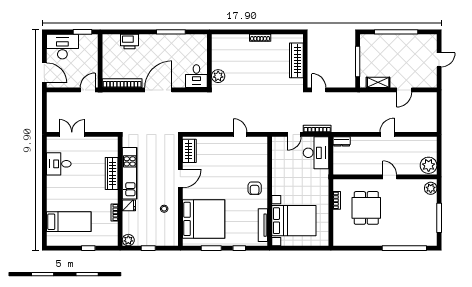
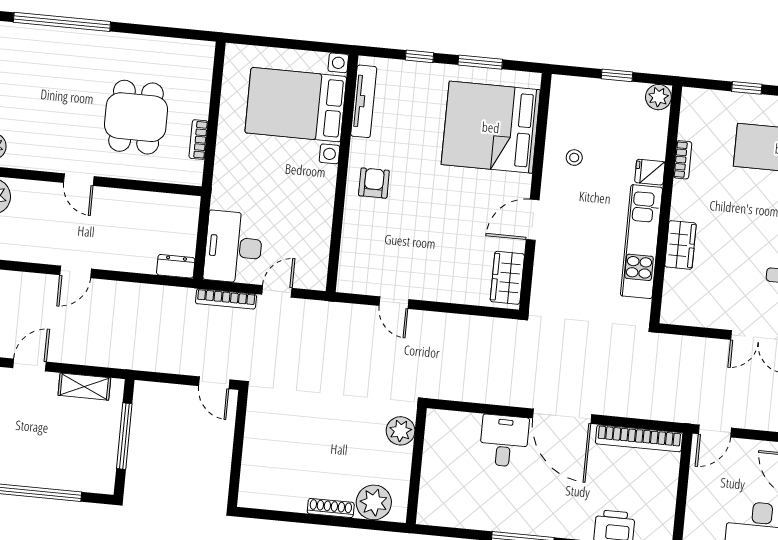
plant: (241, 42) -> (374, 502), added
wardrobe: (296, 60) -> (257, 451), removed
wall: (209, 61) -> (416, 466), moved
desk: (196, 76) -> (504, 441), moved
plant: (218, 76) -> (401, 431), moved
door: (158, 90) -> (562, 416), hinge flipped
wardrobe: (112, 173) -> (680, 245), width x0.67

